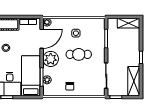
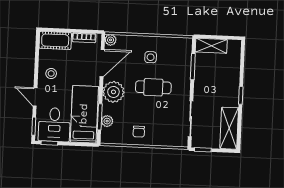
shelving: (129, 23) -> (211, 46), moved

